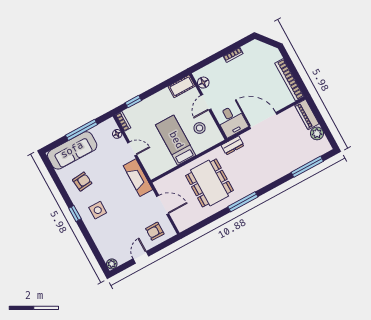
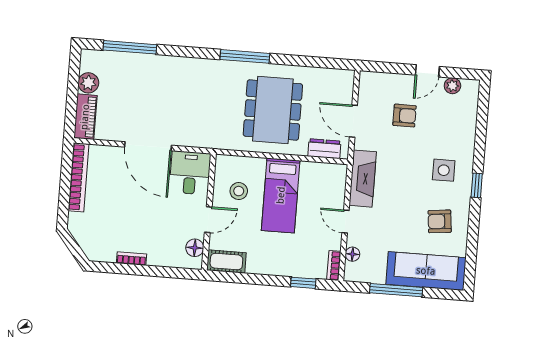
dresser: (233, 145) -> (324, 149), moved
armchair: (155, 231) -> (405, 116), moved
plant: (112, 264) -> (452, 86), moved

